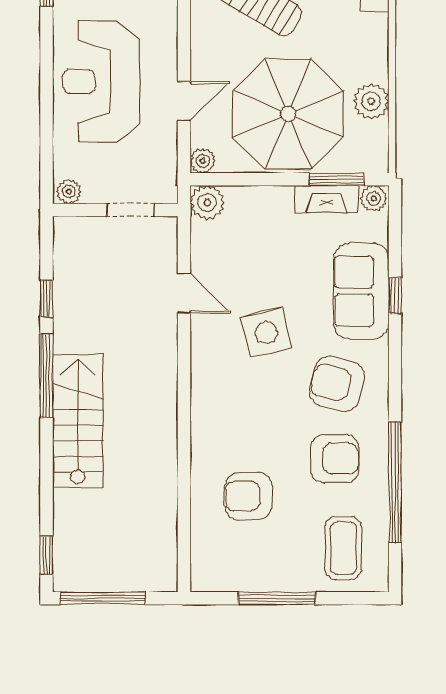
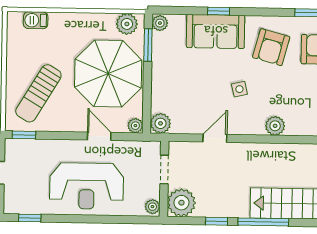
plant: (371, 101) -> (127, 24), moved
fireplace: (326, 199) -> (160, 51), removed
plant: (76, 240) -> (181, 203), added
side table: (266, 332) -> (239, 89), width x0.54, depth x0.54
plant: (206, 393) -> (275, 126), added

